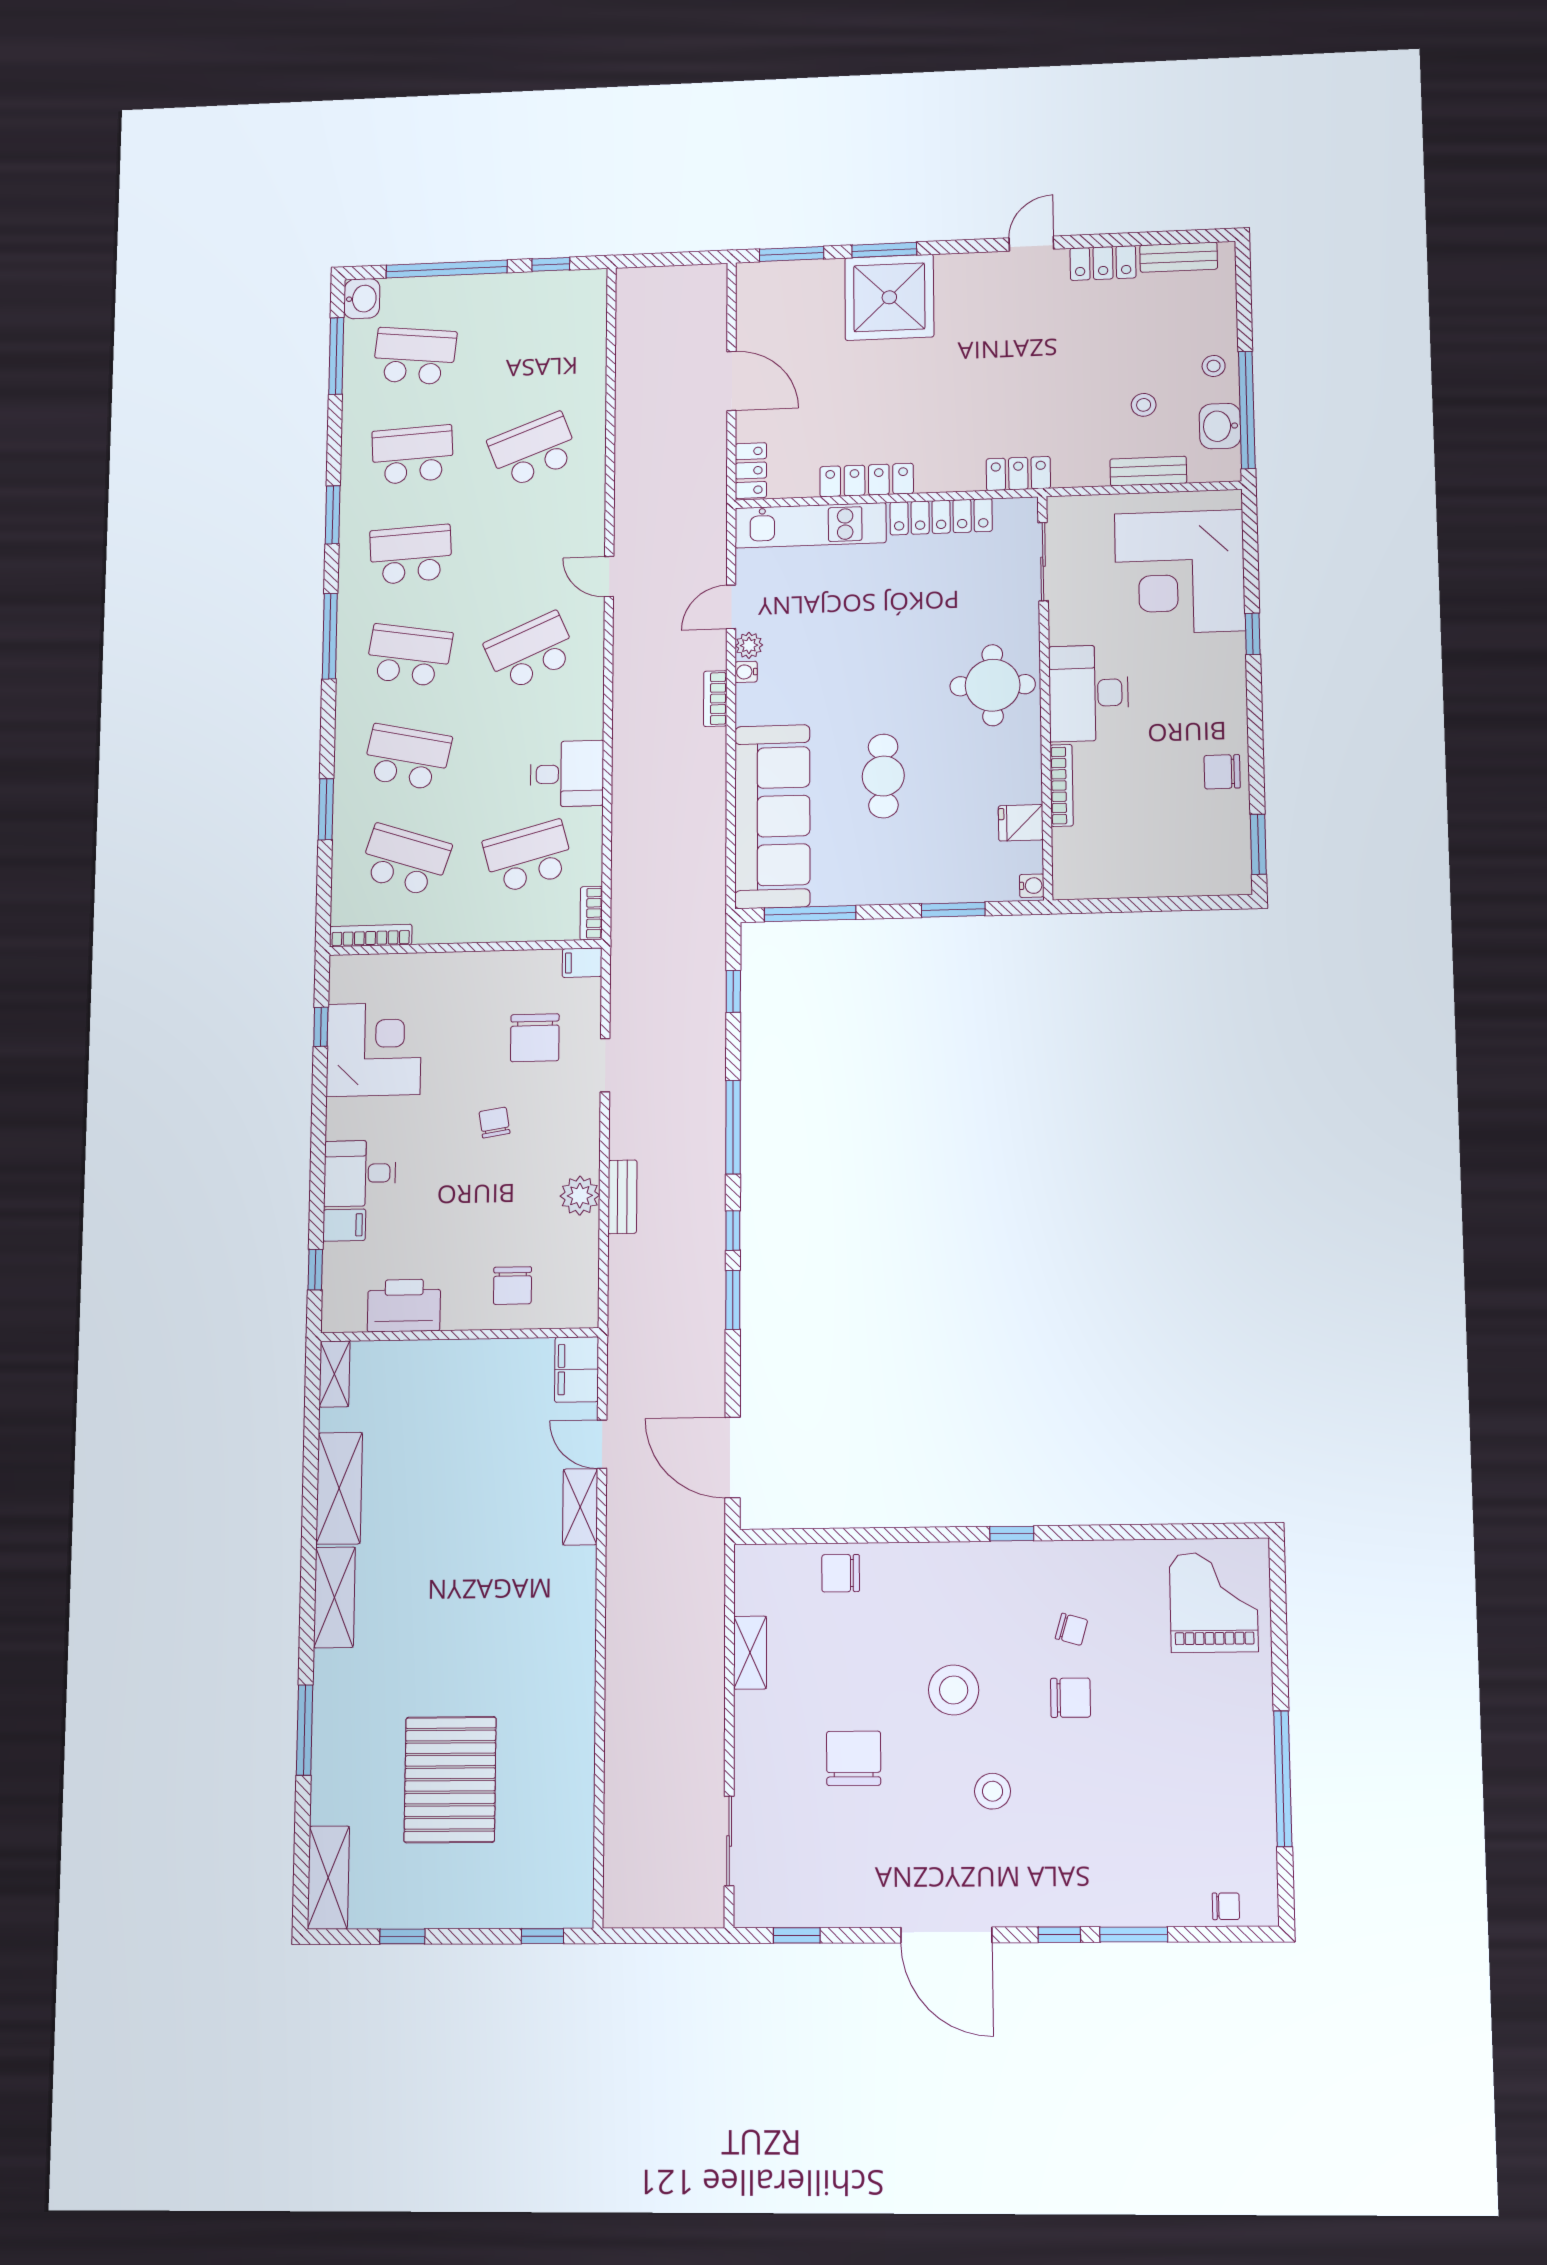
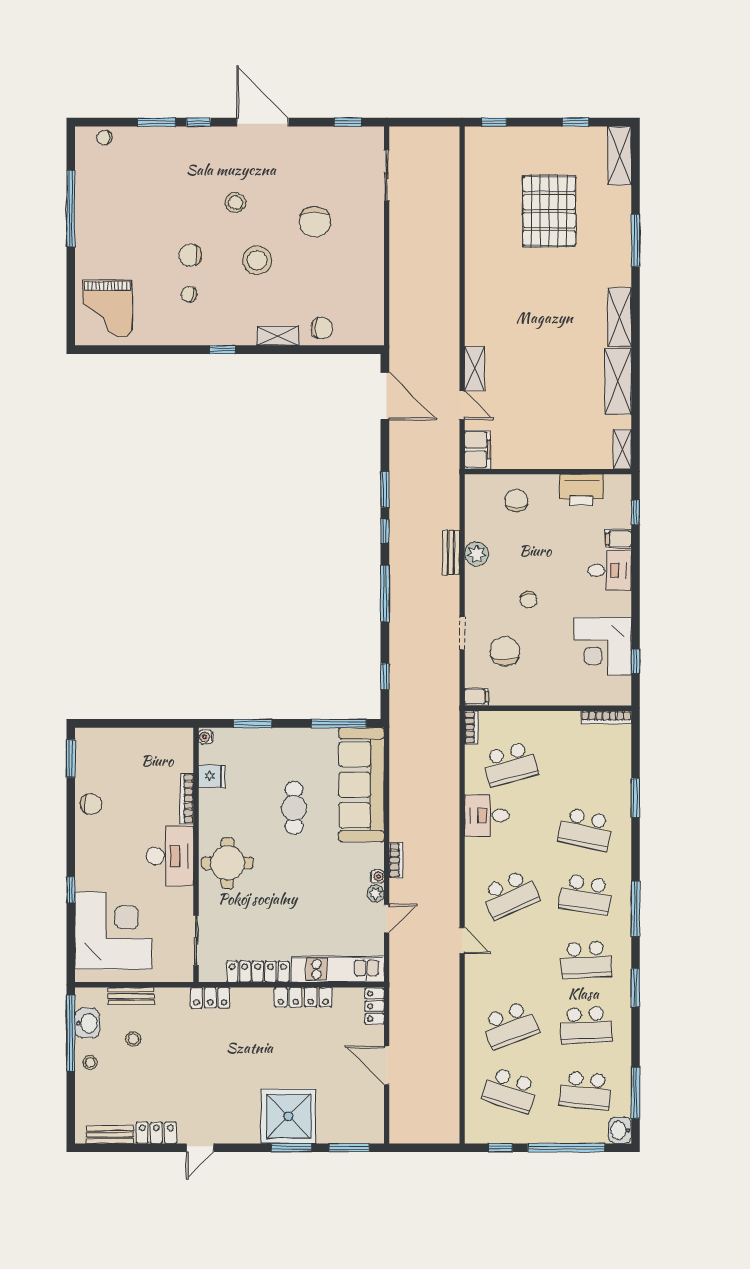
school desk: (405, 860) -> (510, 1090), moved
shelving: (750, 1653) -> (278, 336), moved, turned 90

